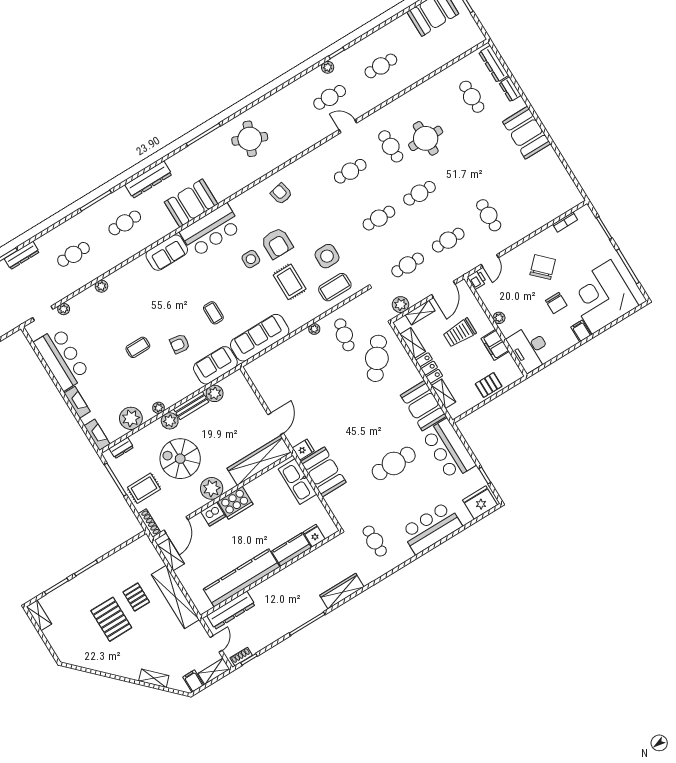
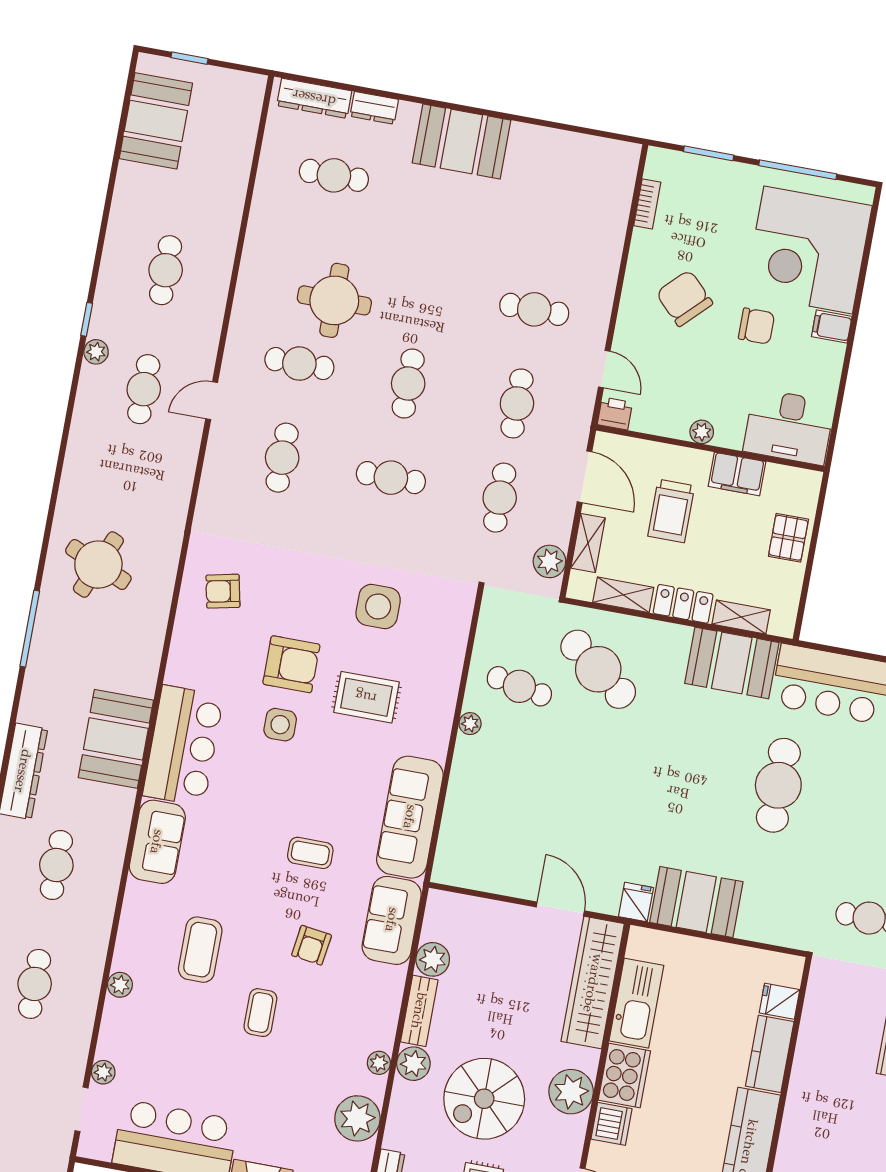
cafe table: (379, 218) -> (391, 478), turned 90
coffee table: (335, 287) -> (200, 950), moved
kitchen sink: (298, 482) -> (636, 1003), moved, turned -90

